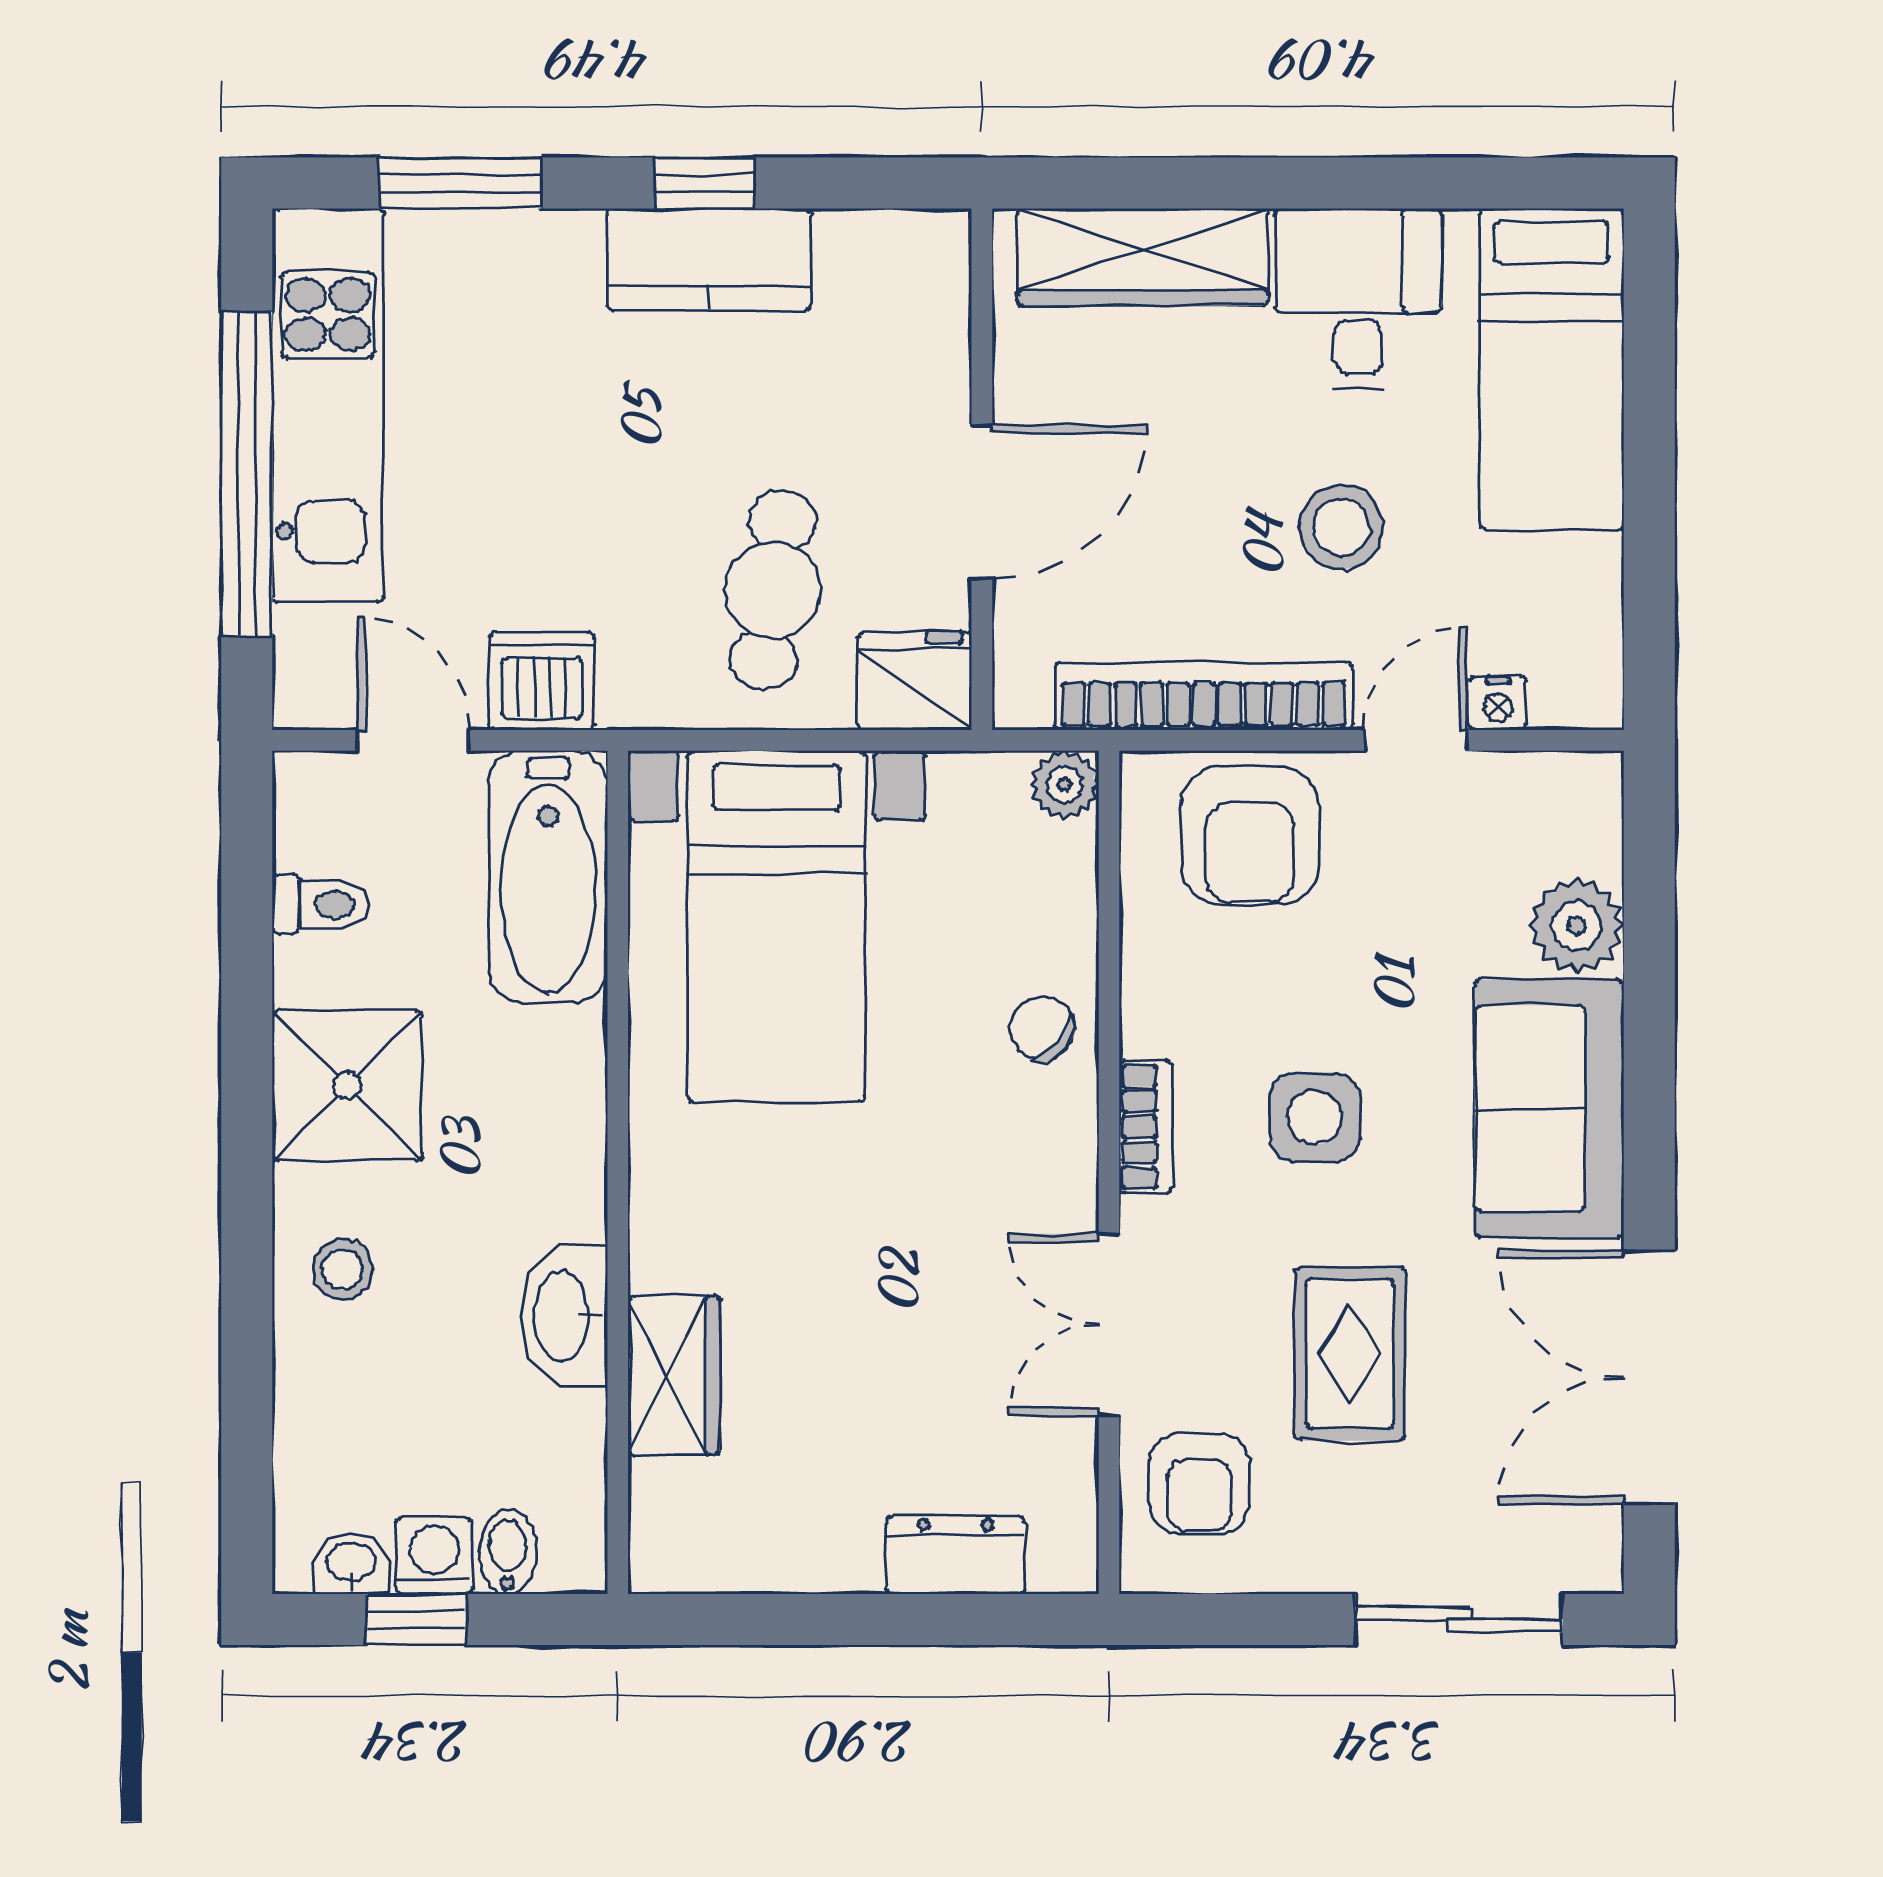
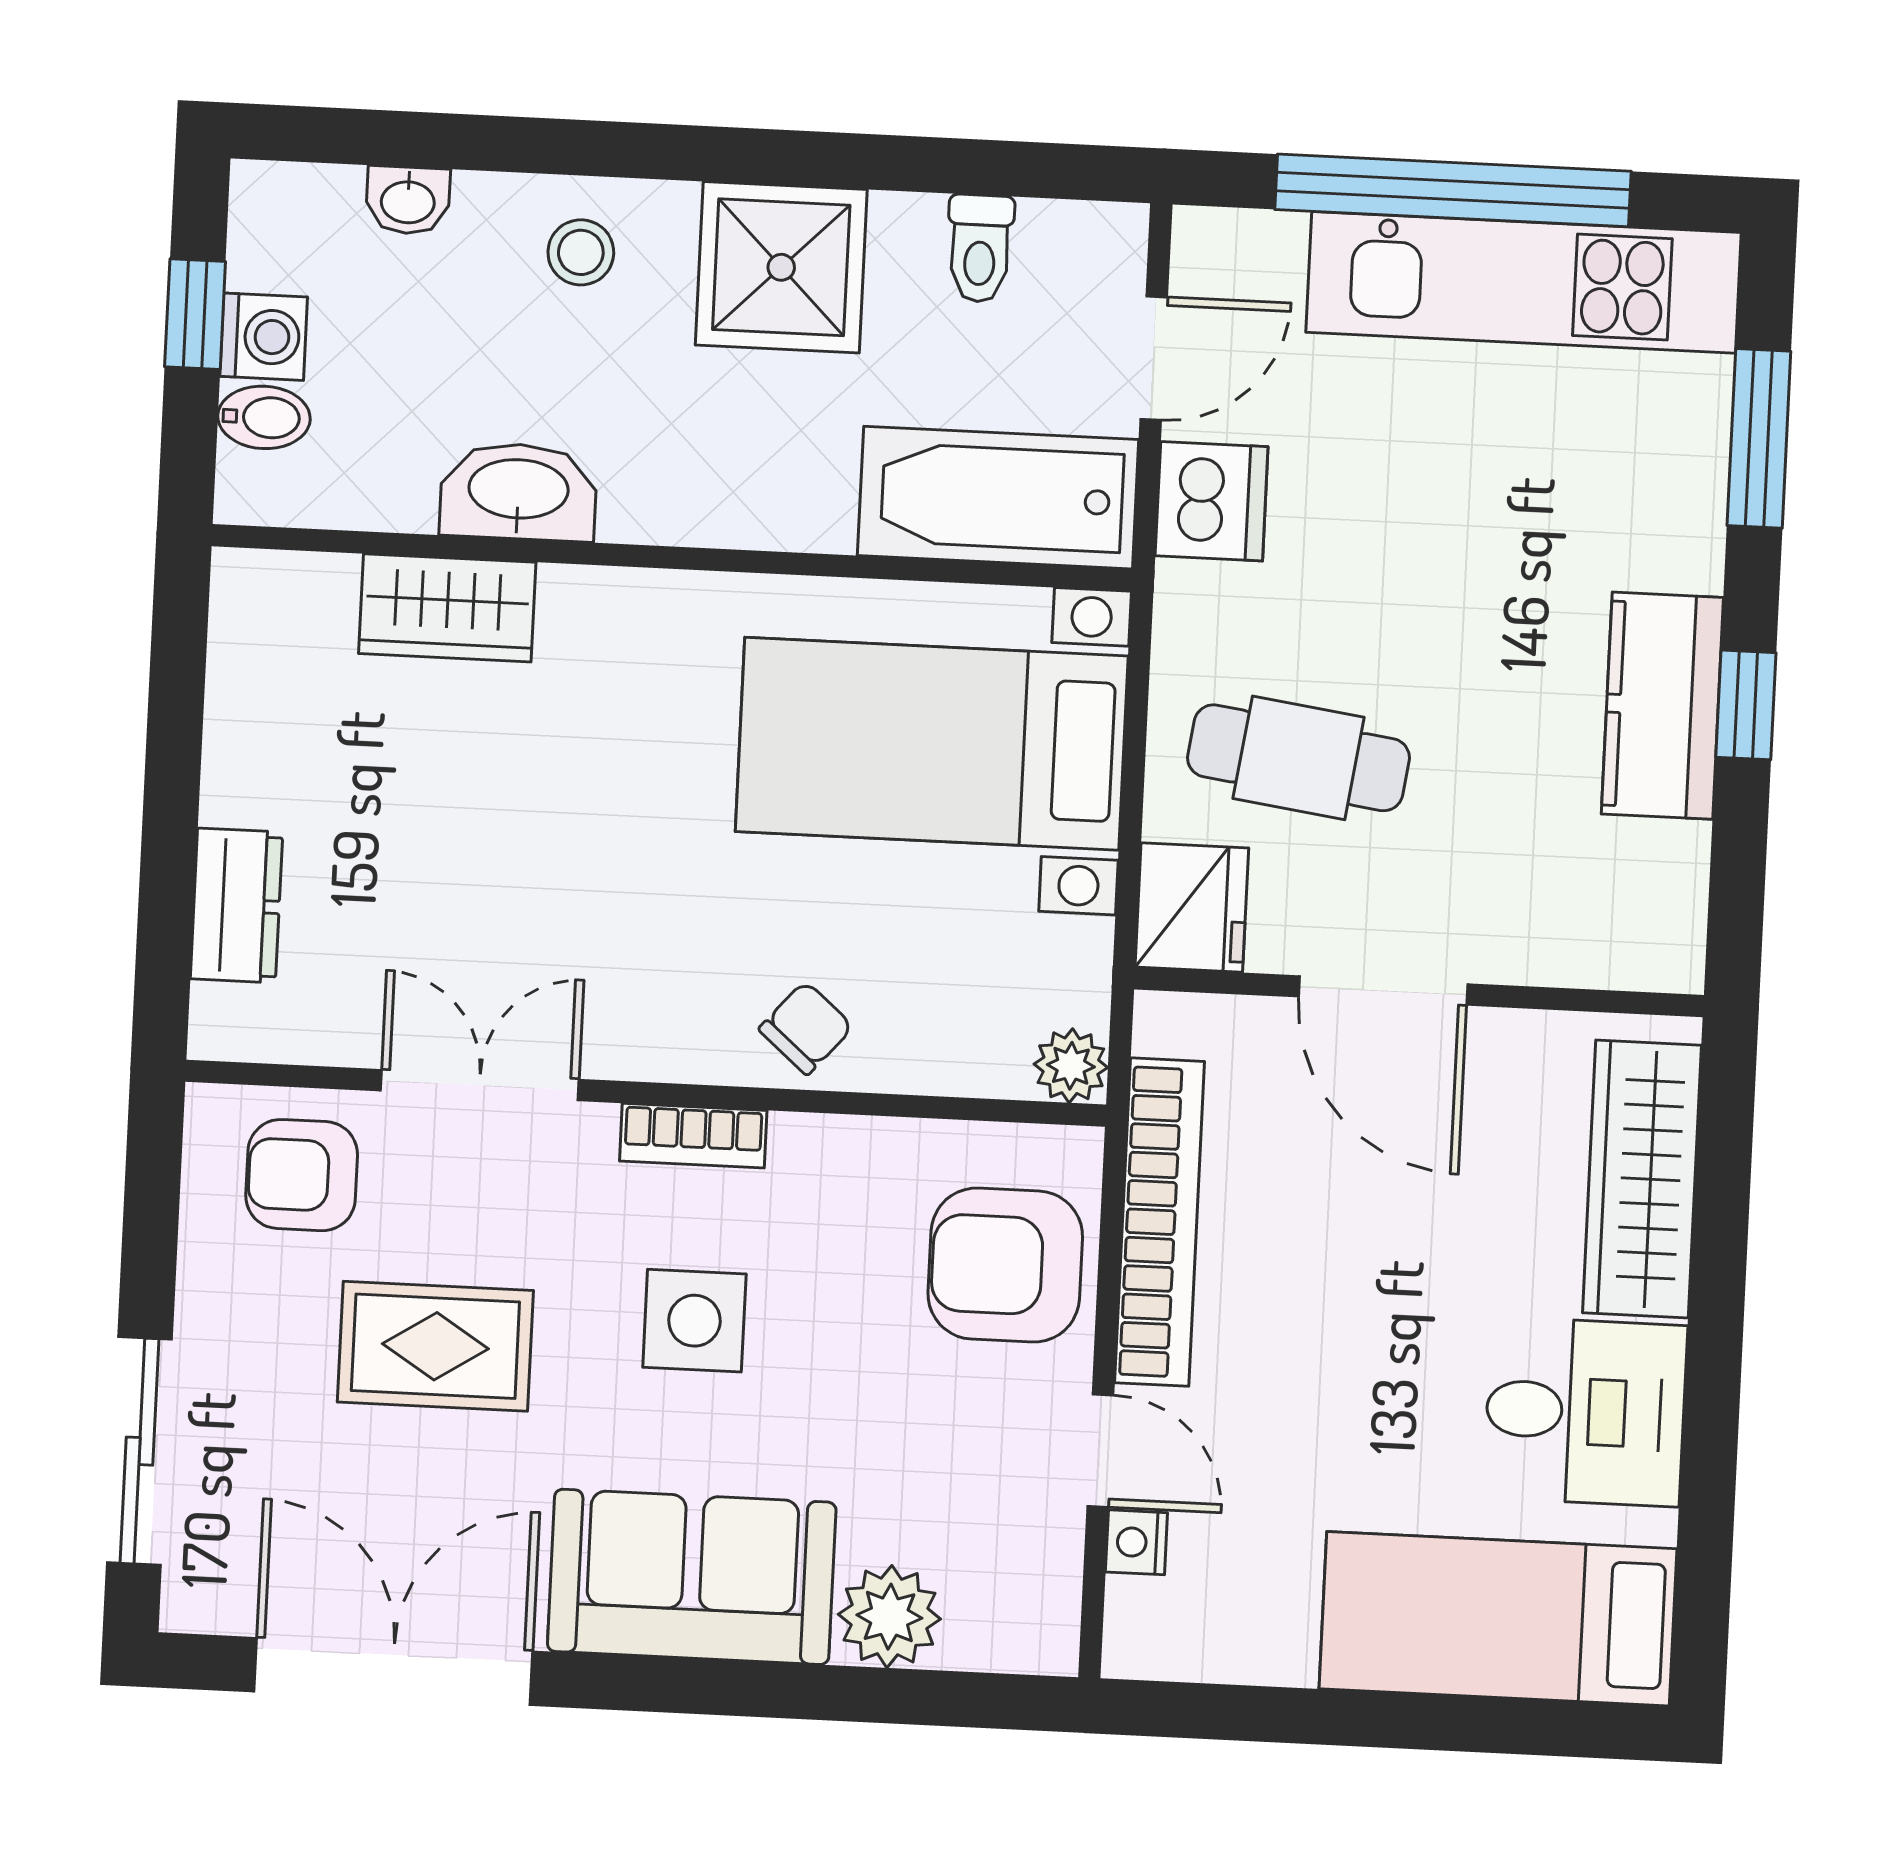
stool: (1341, 527) -> (1337, 1381), removed
washbasin: (351, 1564) -> (408, 200), moved, turned 90

